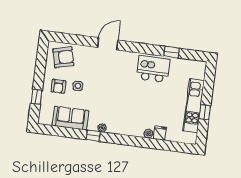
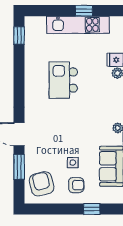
window: (80, 40) -> (19, 167), added
window: (172, 52) -> (19, 35), moved
kitchen island: (153, 69) -> (63, 80), moved

